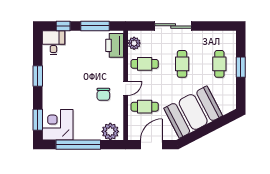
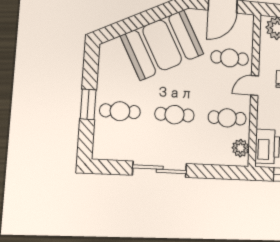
sliding door: (173, 26) -> (160, 169), moved
cafe table: (182, 64) -> (175, 115), turned 90
cafe table: (219, 64) -> (120, 111), turned 90

